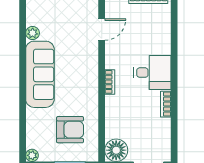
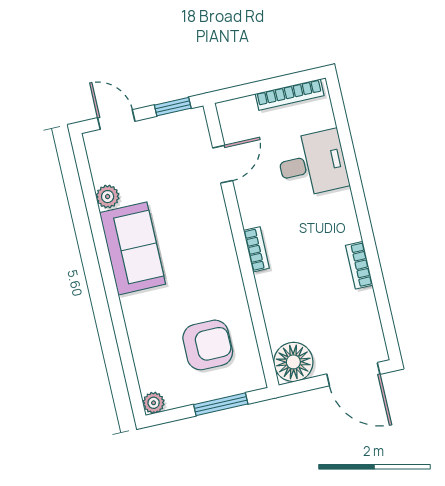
desk: (152, 73) -> (312, 164), moved
sofa: (40, 74) -> (133, 248), width x0.73

